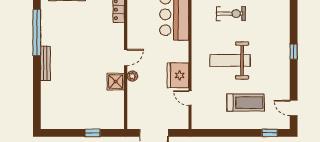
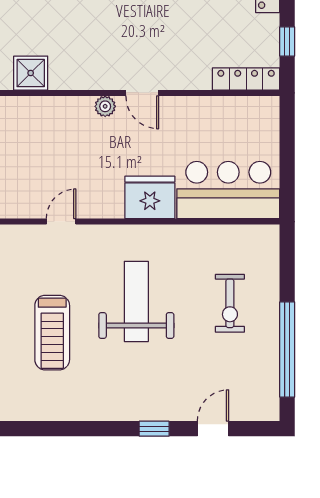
fridge: (178, 75) -> (150, 197), moved
shower: (116, 82) -> (31, 73), moved
door: (294, 108) -> (213, 429), moved

